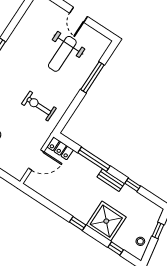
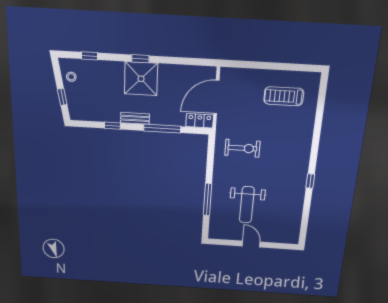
weight bench: (62, 54) -> (247, 205), turned 180
door: (36, 160) -> (216, 97), width x1.36
shower: (106, 221) -> (141, 79), moved

